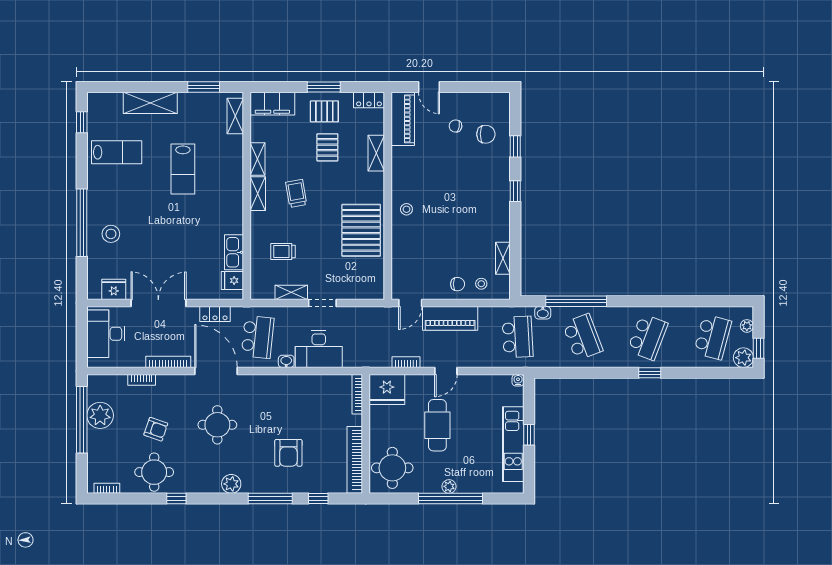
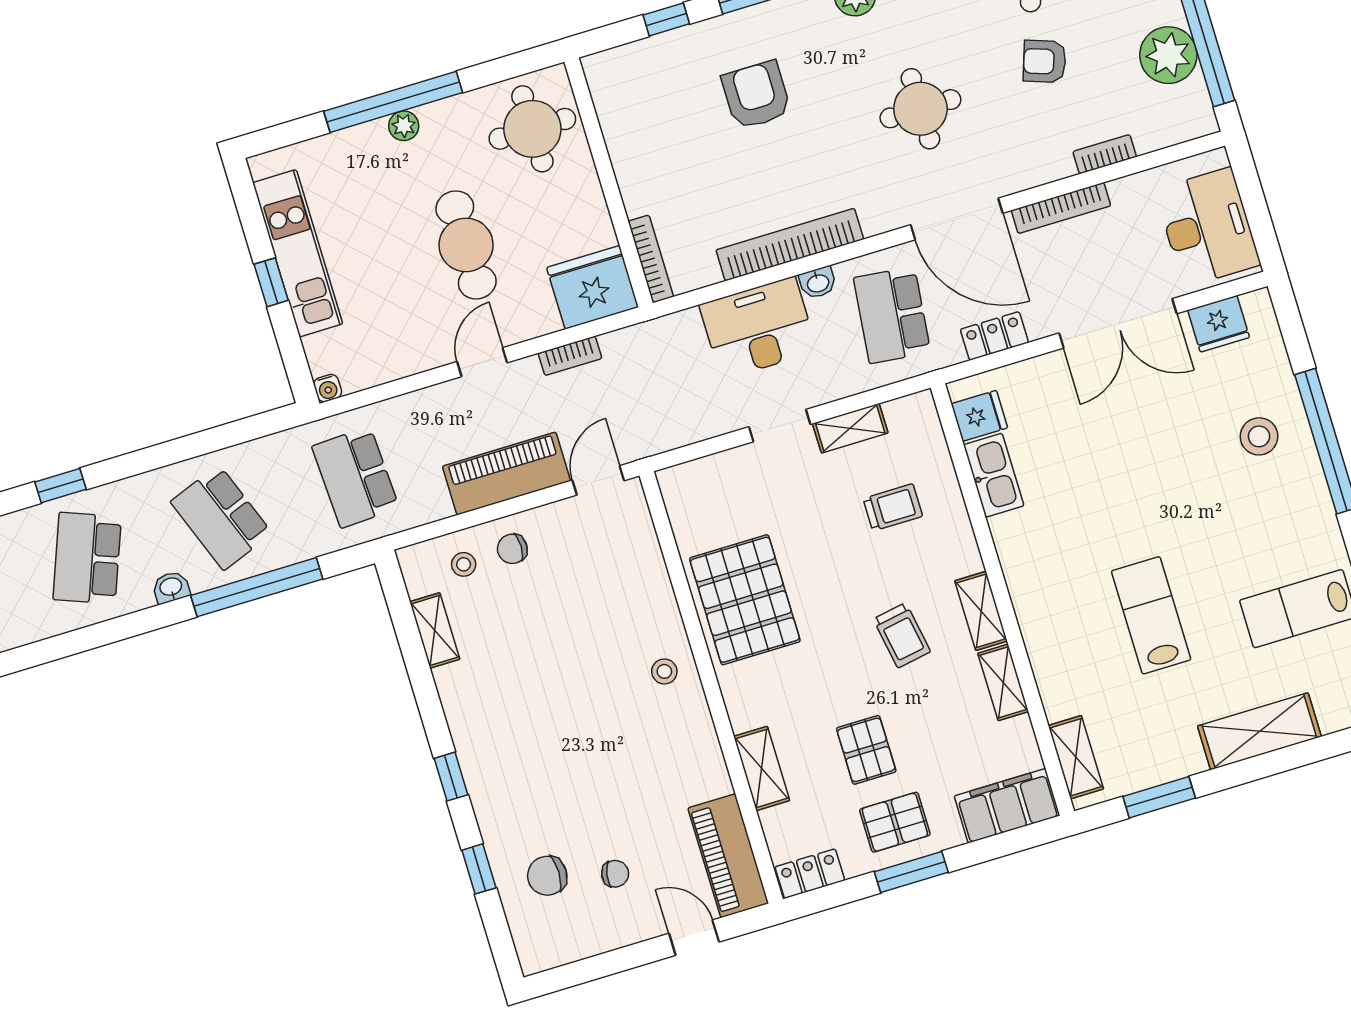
washbasin: (543, 313) -> (171, 587), moved
bookcase: (355, 460) -> (790, 245), moved, turned -90

